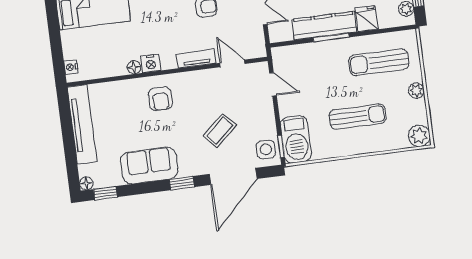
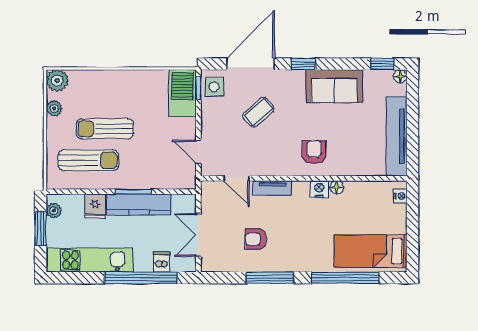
plant: (416, 91) -> (54, 108), moved
sun lounger: (358, 117) -> (105, 129), moved

